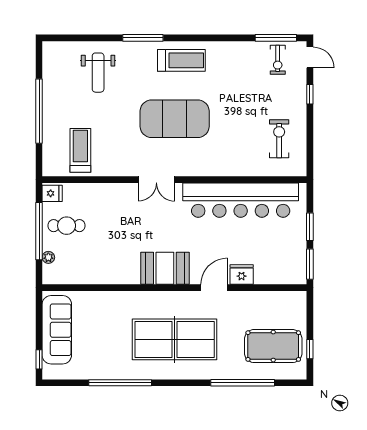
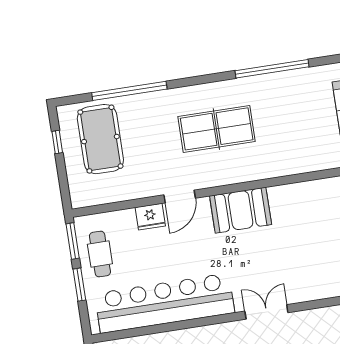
cafe table: (289, 250) -> (100, 254), added
table tennis table: (175, 339) -> (217, 129), width x0.73, depth x0.76
pool table: (273, 346) -> (100, 139), turned 90

